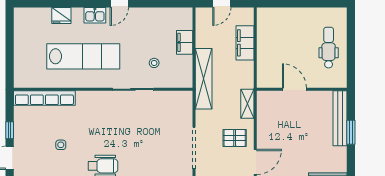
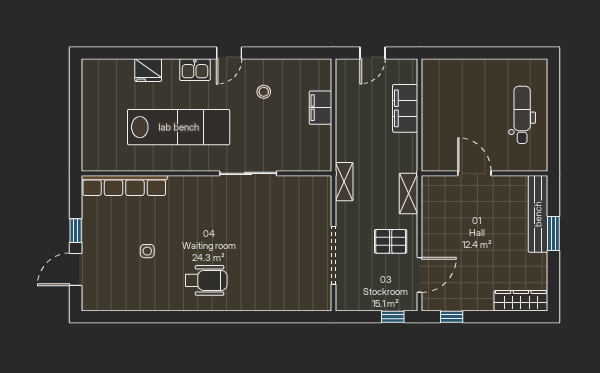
stool: (154, 63) -> (264, 92), moved
shelving: (204, 79) -> (344, 182), width x0.45, depth x0.75

